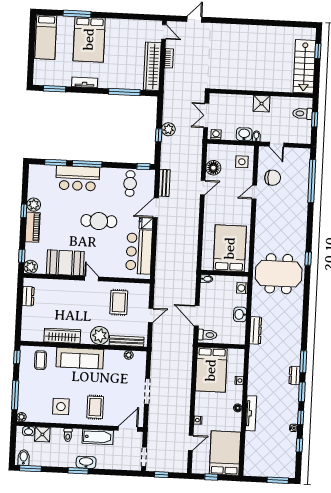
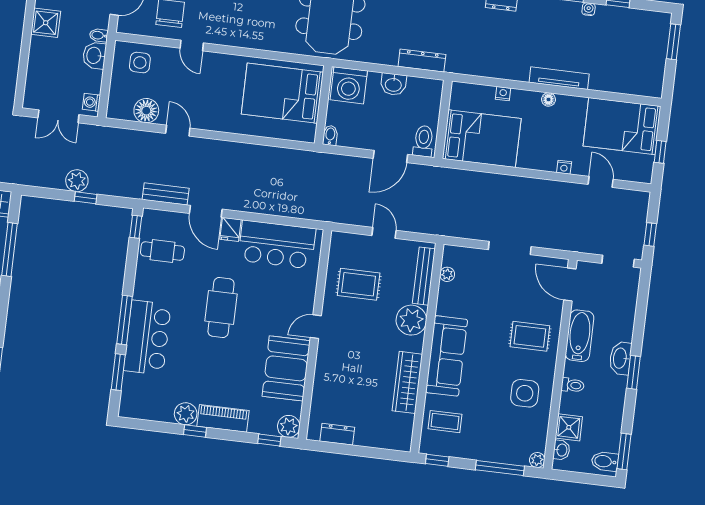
washing machine: (242, 288) -> (349, 85), width x1.89, depth x1.89

